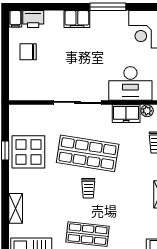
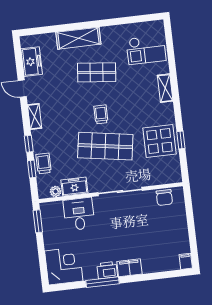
printer: (33, 19) -> (107, 270), moved
chair: (28, 52) -> (164, 198), moved, turned 90
desk: (130, 83) -> (79, 214), width x0.73

